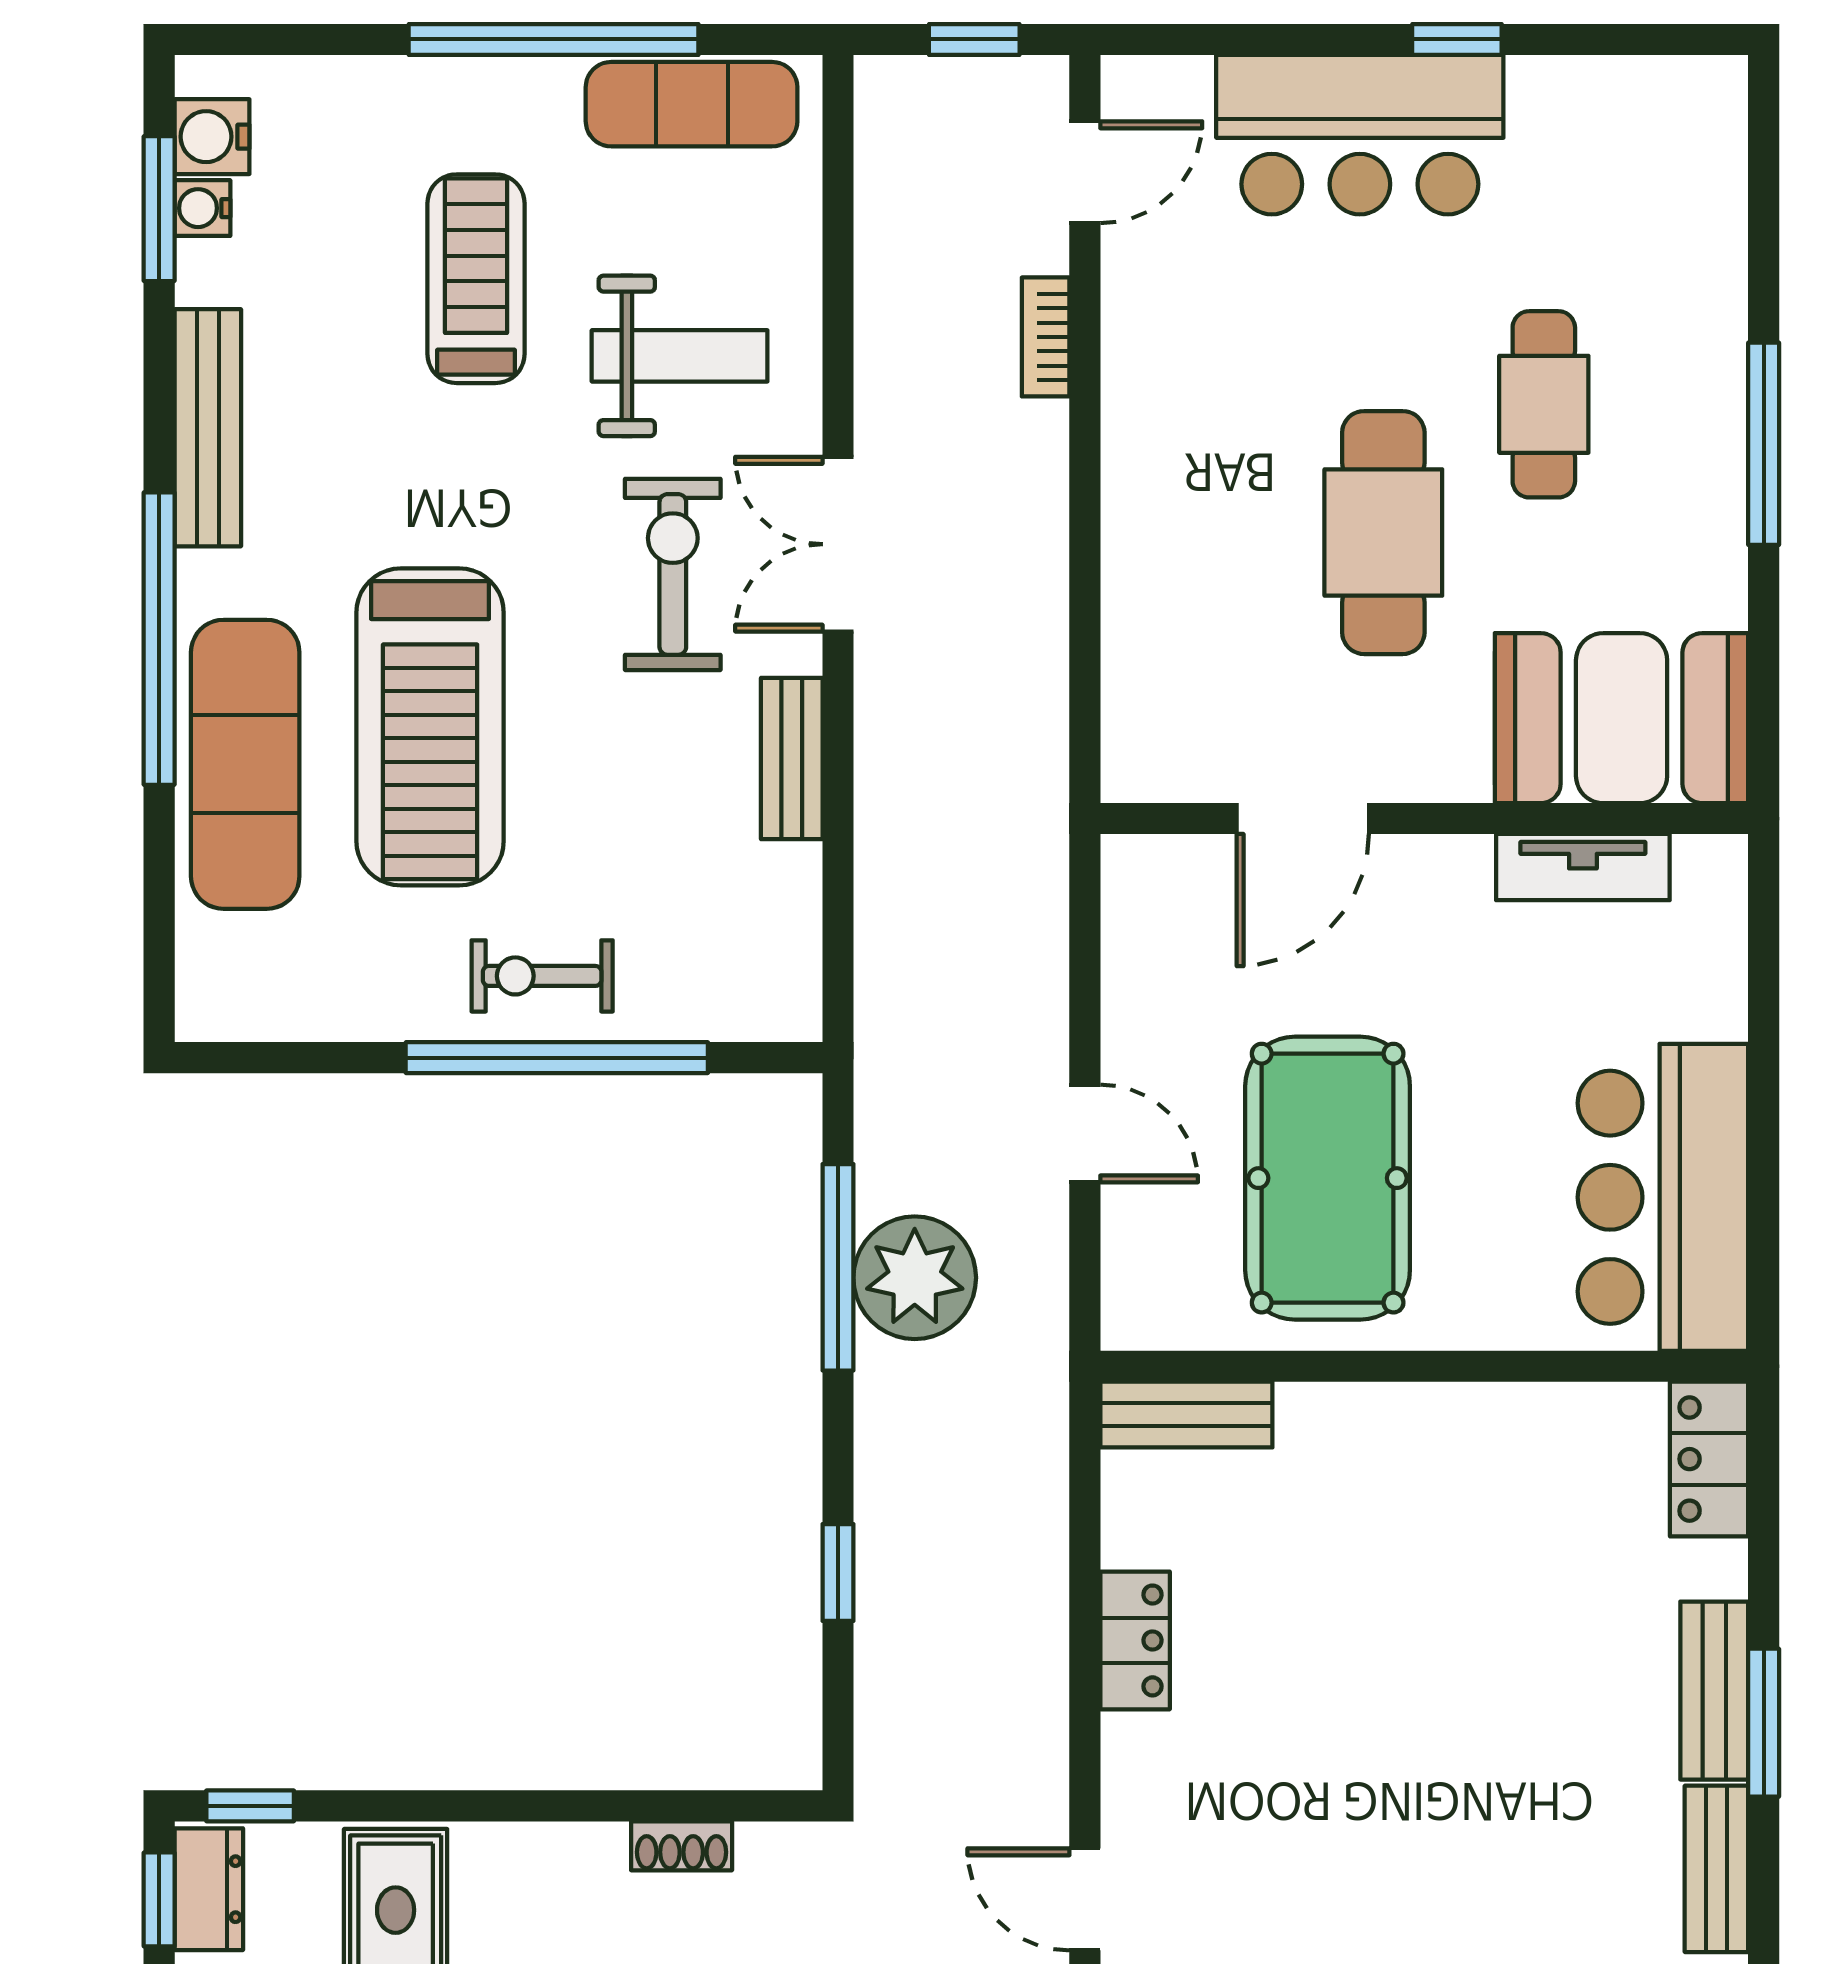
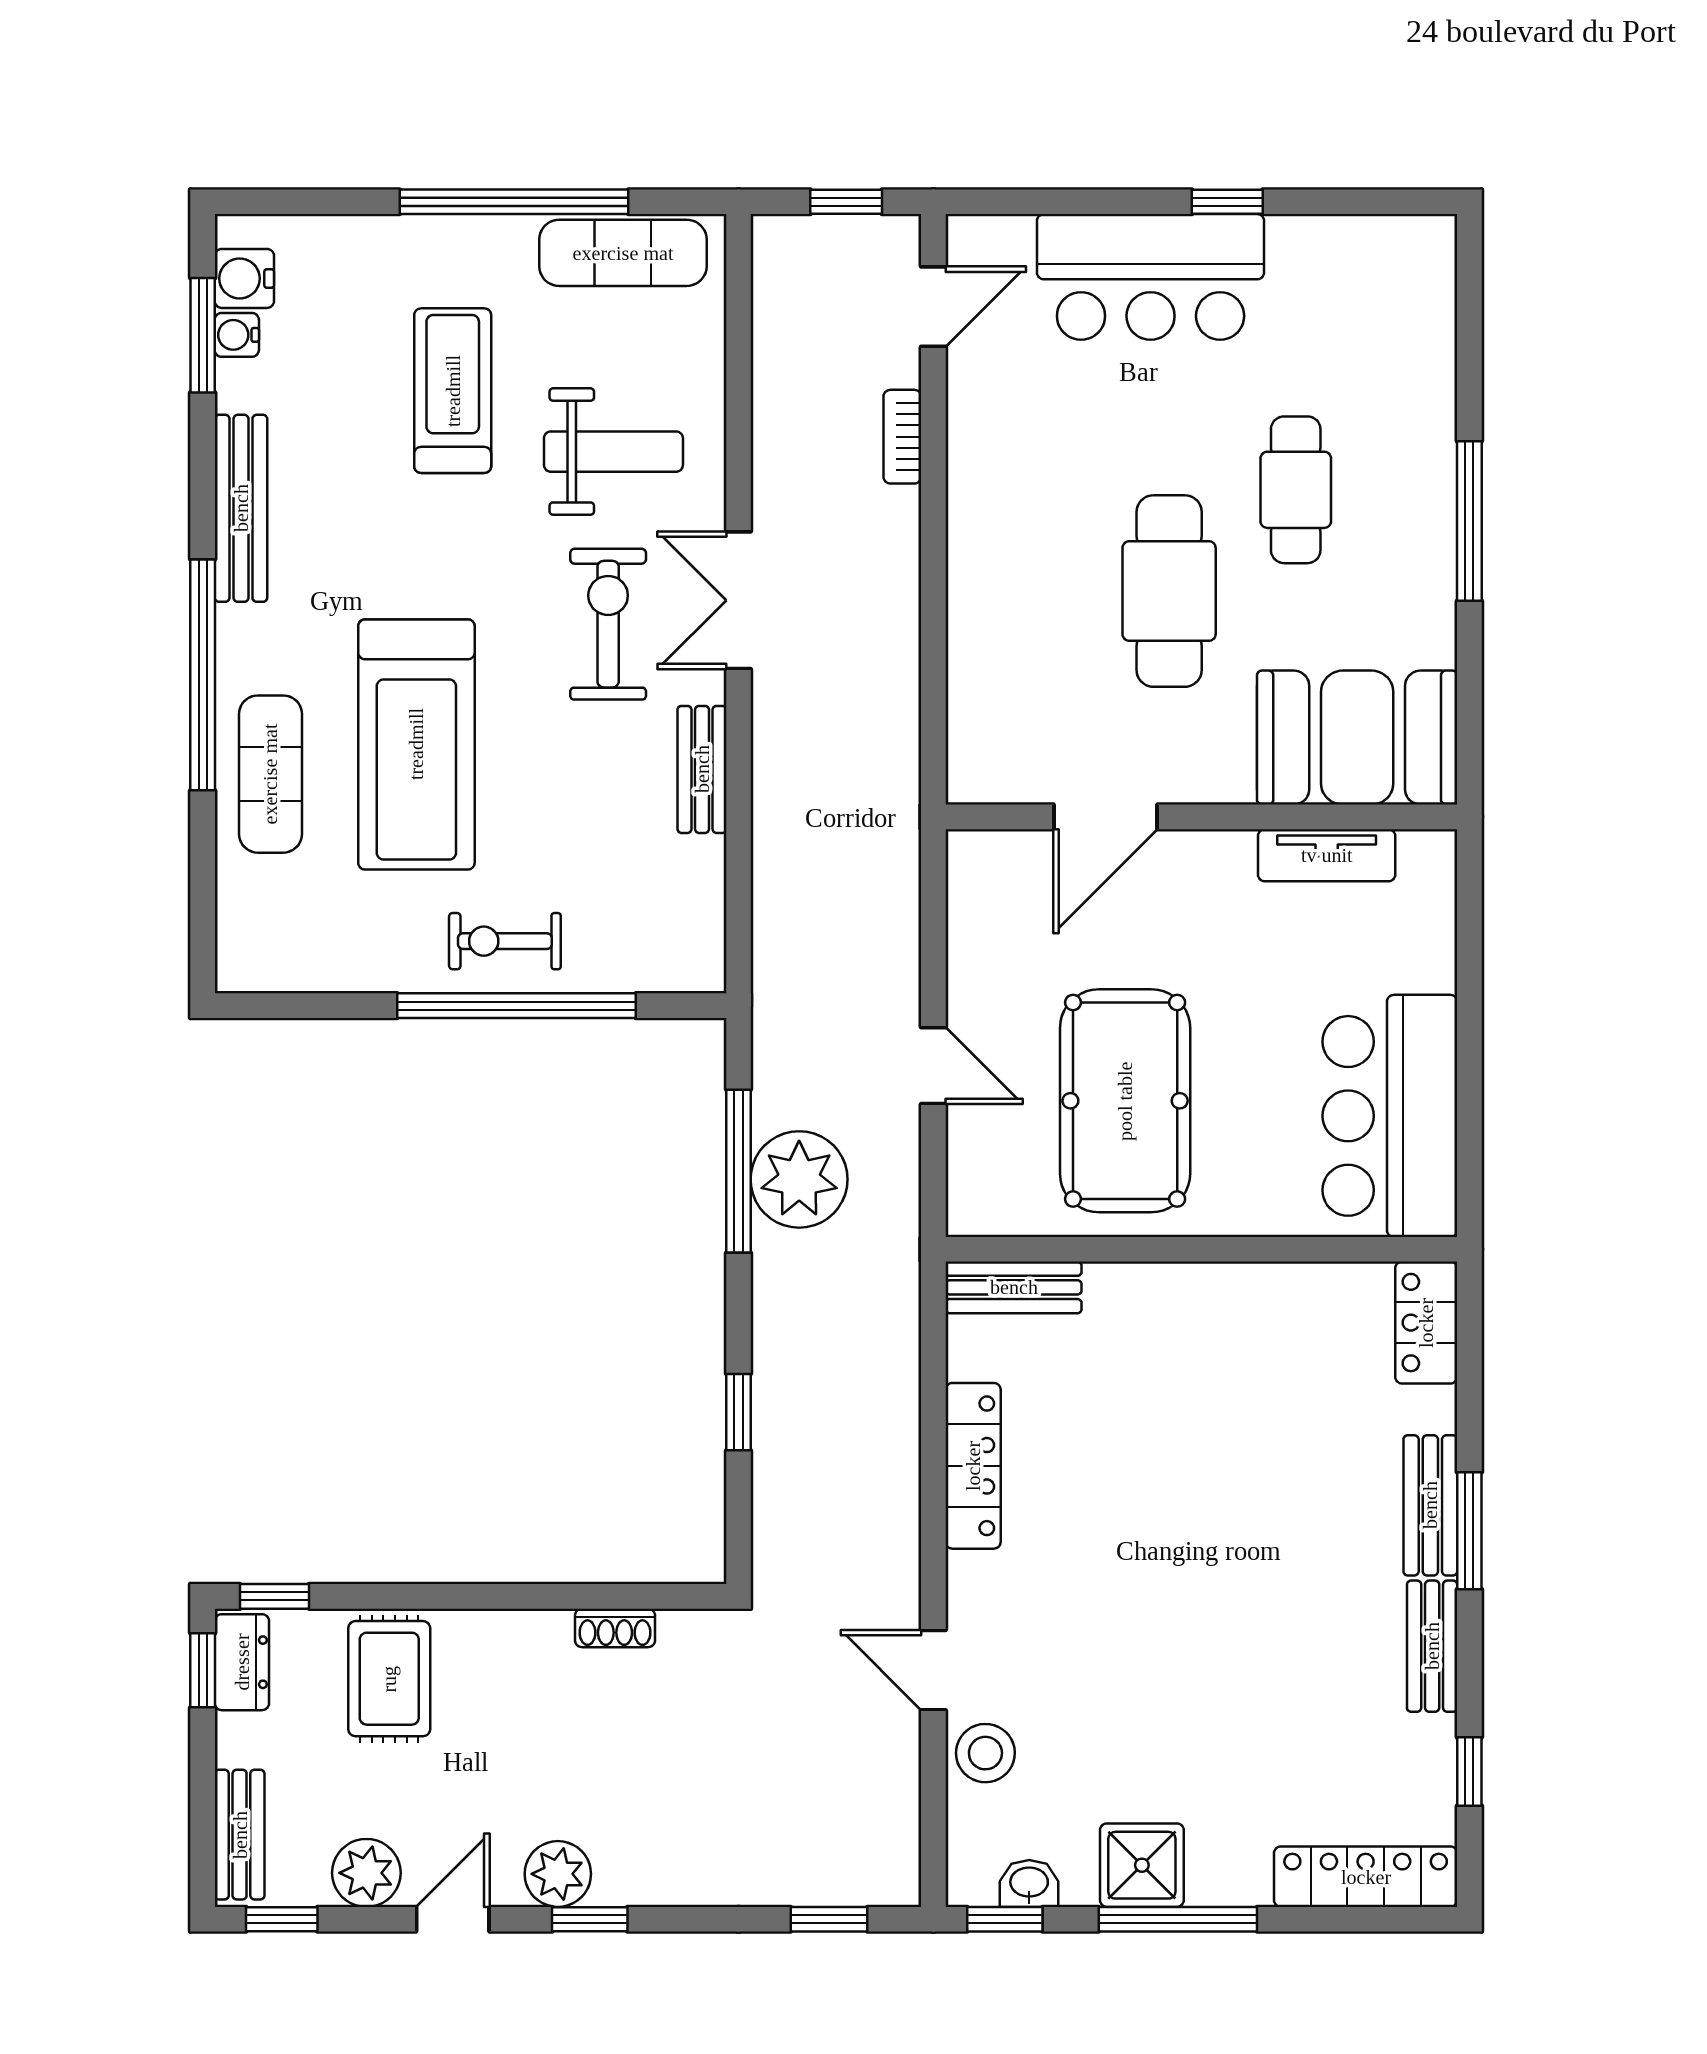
exercise mat: (245, 764) -> (270, 774), width x0.73, depth x0.69
locker: (1135, 1640) -> (973, 1466), width x1.53

